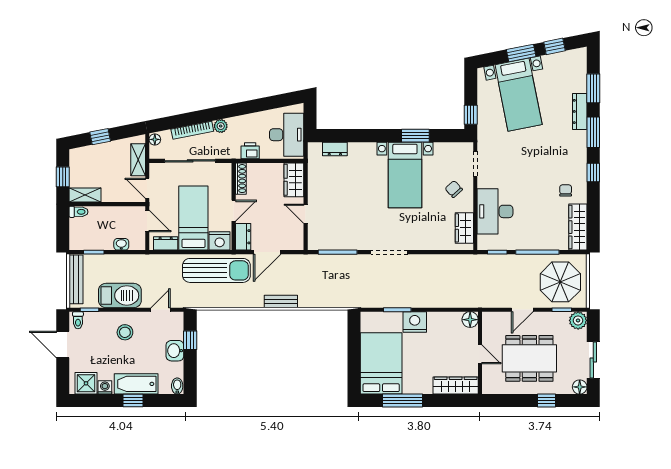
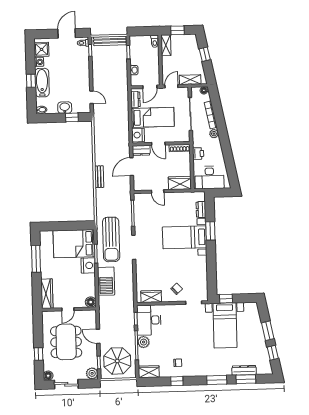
bed with nightstands: (519, 95) -> (225, 325), moved, turned -79
dresser: (580, 111) -> (244, 370), moved
window: (415, 136) -> (210, 231), moved
window: (593, 173) -> (177, 381), moved
bed with nightstands: (405, 175) -> (185, 237), moved
desk: (495, 211) -> (149, 320), moved, turned -90
door: (306, 214) -> (158, 191), swing flipped
wardrobe: (578, 227) -> (149, 372), width x0.67
plant: (533, 241) -> (144, 342), added
door: (267, 252) -> (132, 167), hinge flipped
sun lounger: (216, 270) -> (111, 239), moved
barbecue: (120, 295) -> (106, 281), moved
stool: (125, 332) -> (76, 74), removed
bed: (381, 363) -> (74, 244), moved, turned 180

